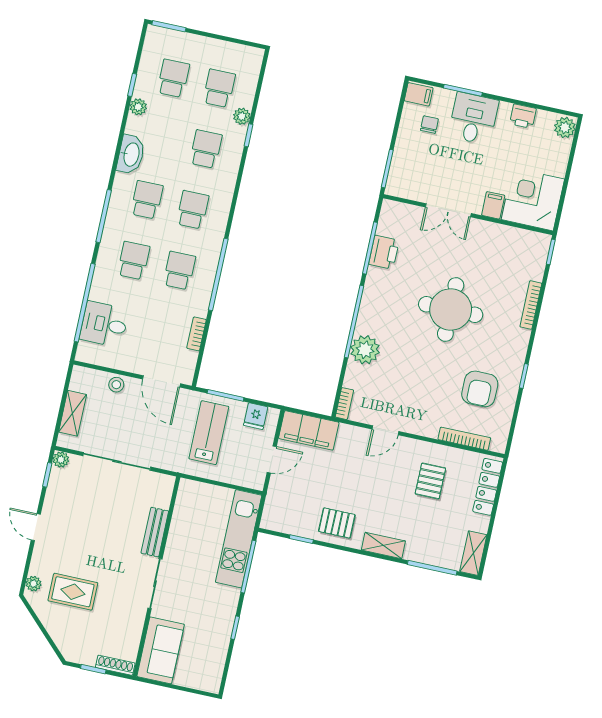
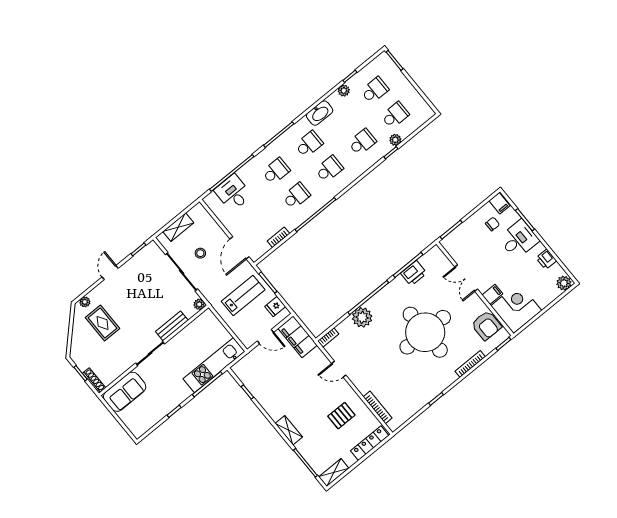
round table: (451, 310) -> (425, 332), width x1.36, depth x1.36
stool: (116, 385) -> (200, 253), moved
armchair: (480, 389) -> (486, 325), moved, turned -90
plant: (61, 460) -> (199, 304), moved
pallet: (337, 523) -> (273, 398), removed

